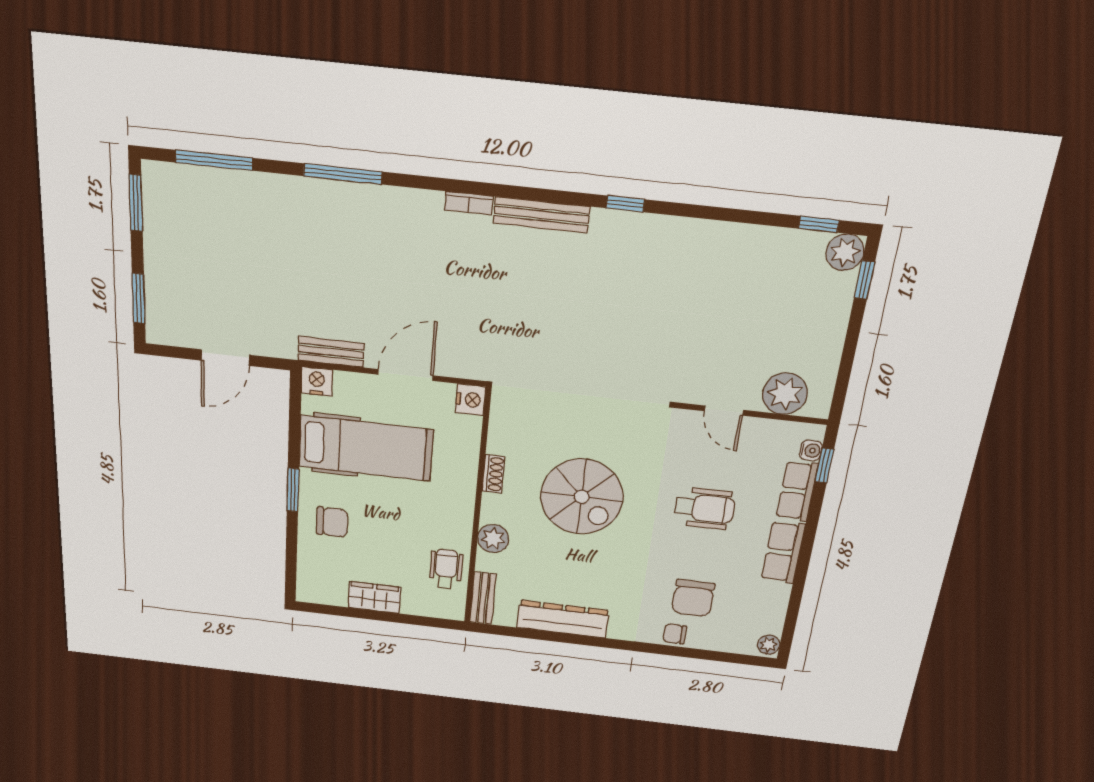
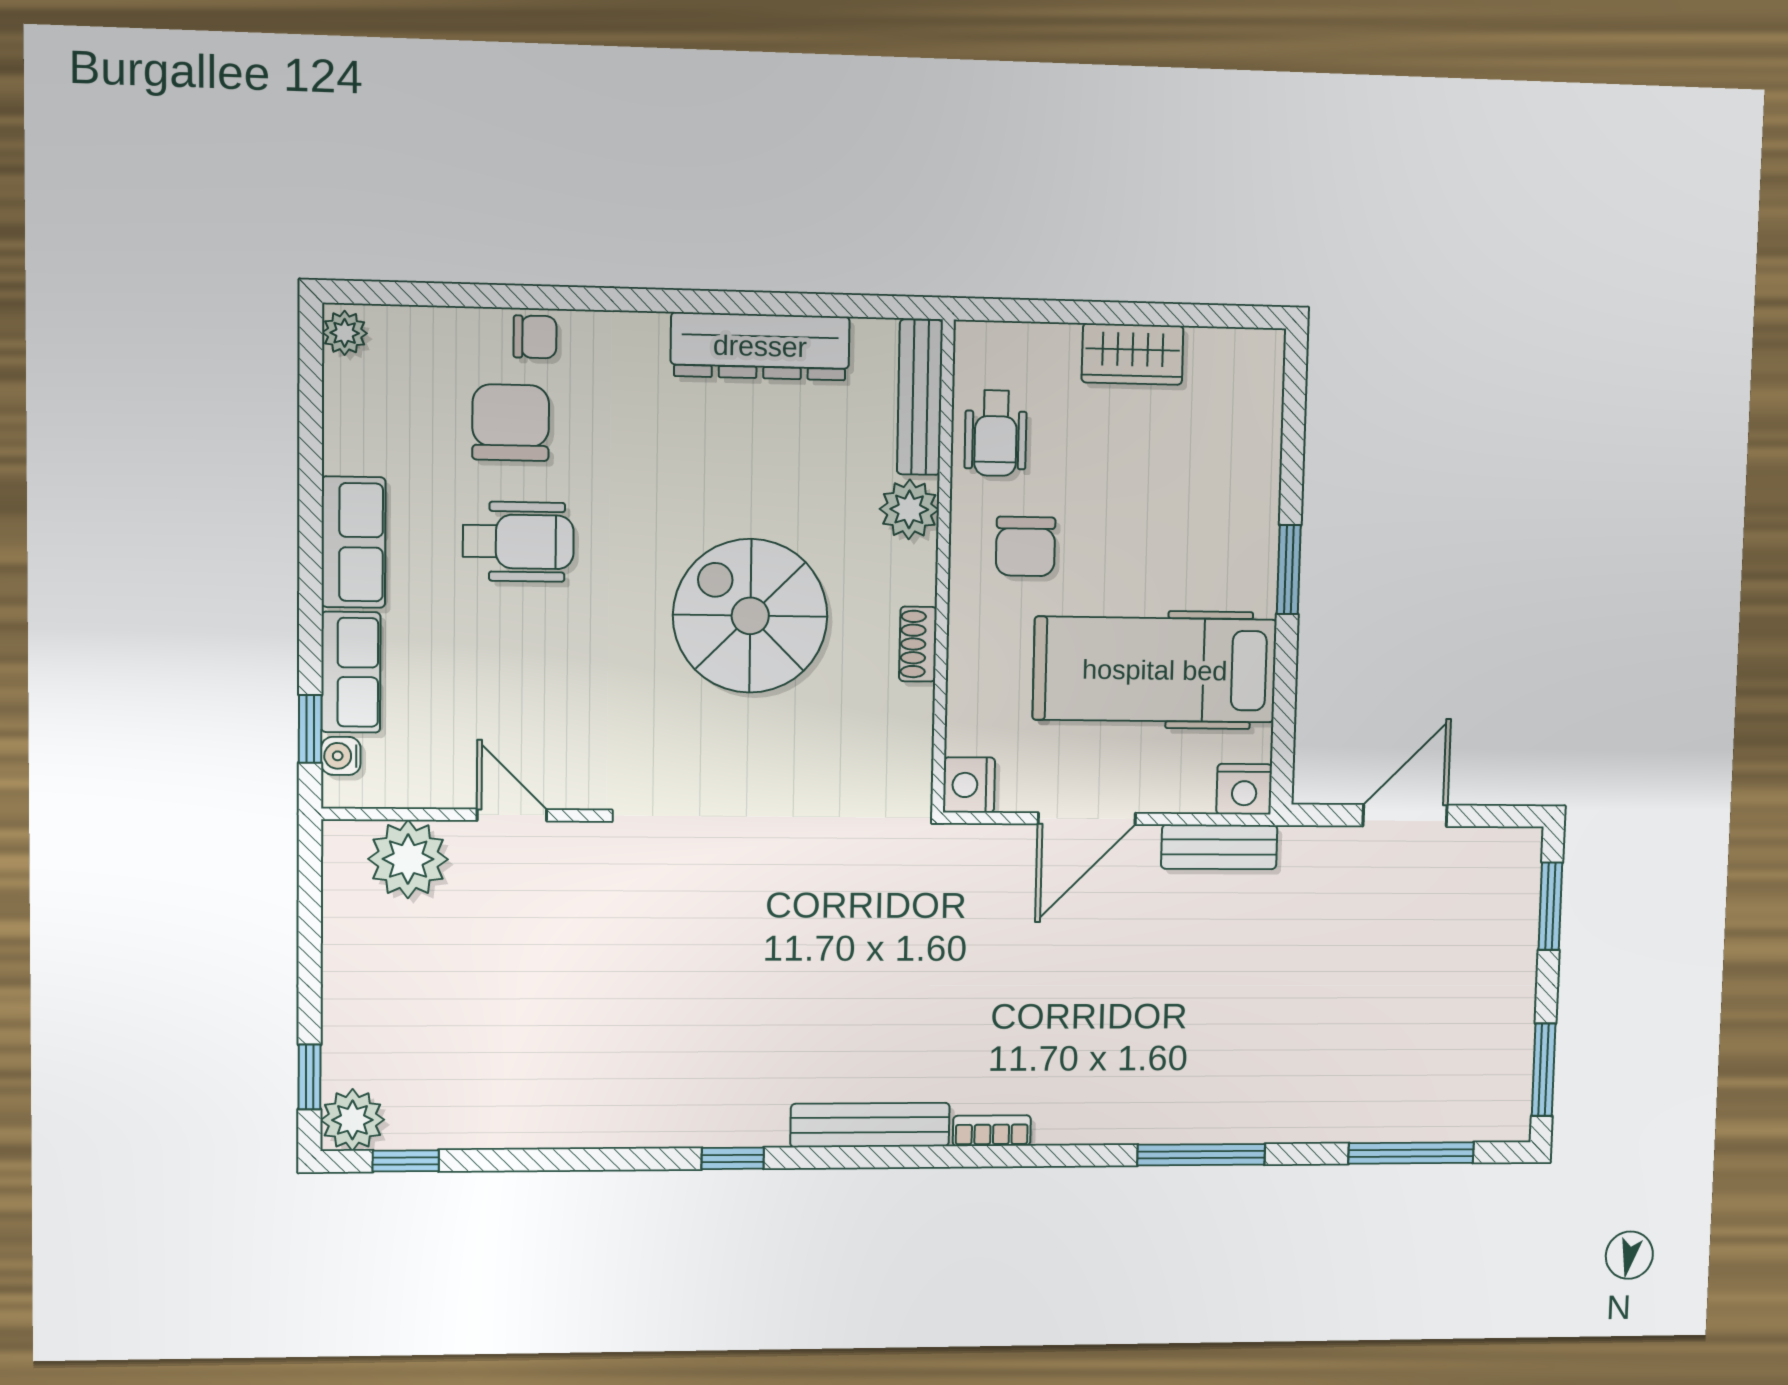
wheelchair: (705, 508) -> (518, 542), moved, turned 180
chair: (332, 522) -> (1026, 546), moved, turned -90
bench: (483, 598) -> (920, 397), width x1.36

